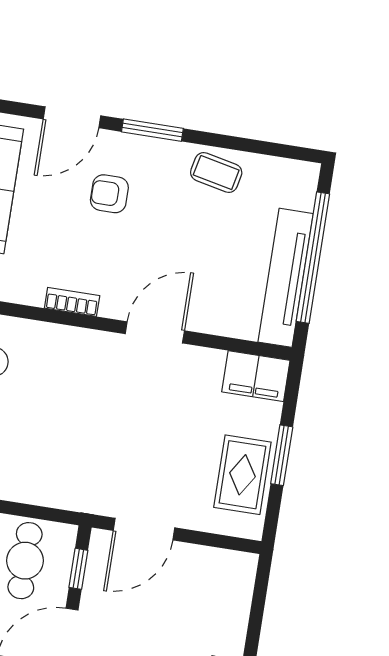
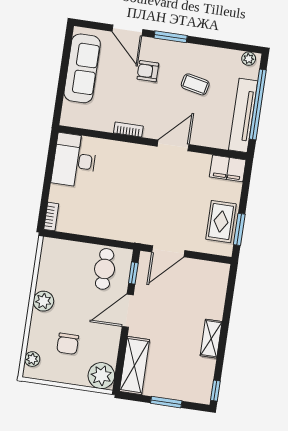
door: (72, 117) -> (127, 30), hinge flipped
coffee table: (216, 172) -> (195, 84), moved
plant: (297, 172) -> (249, 59), added
window: (282, 455) -> (239, 229), moved

